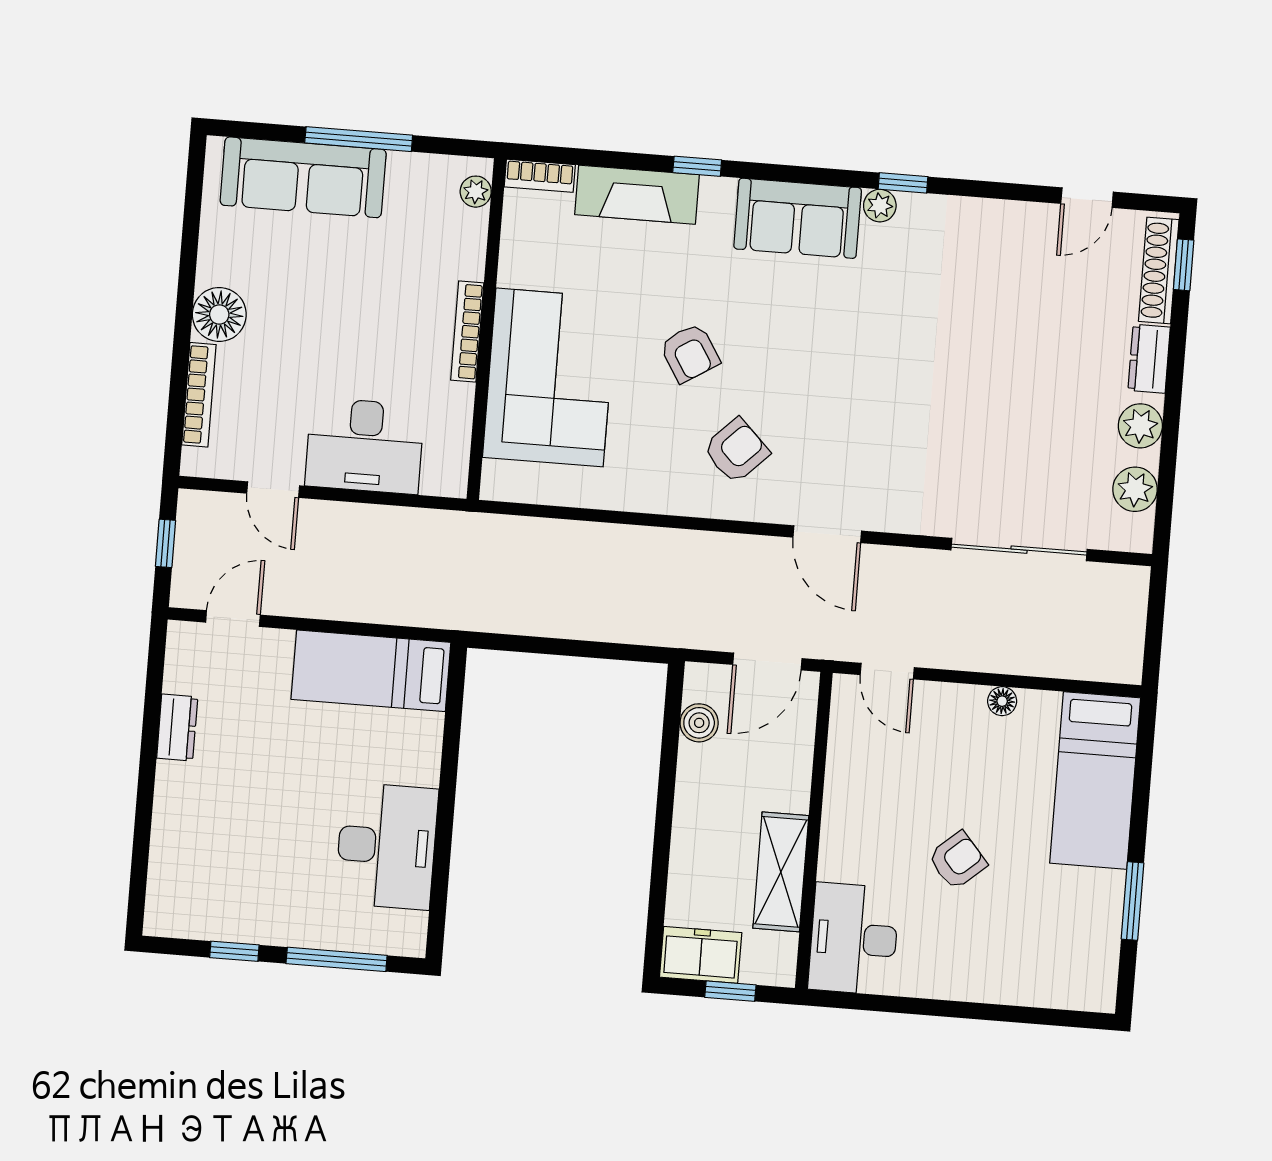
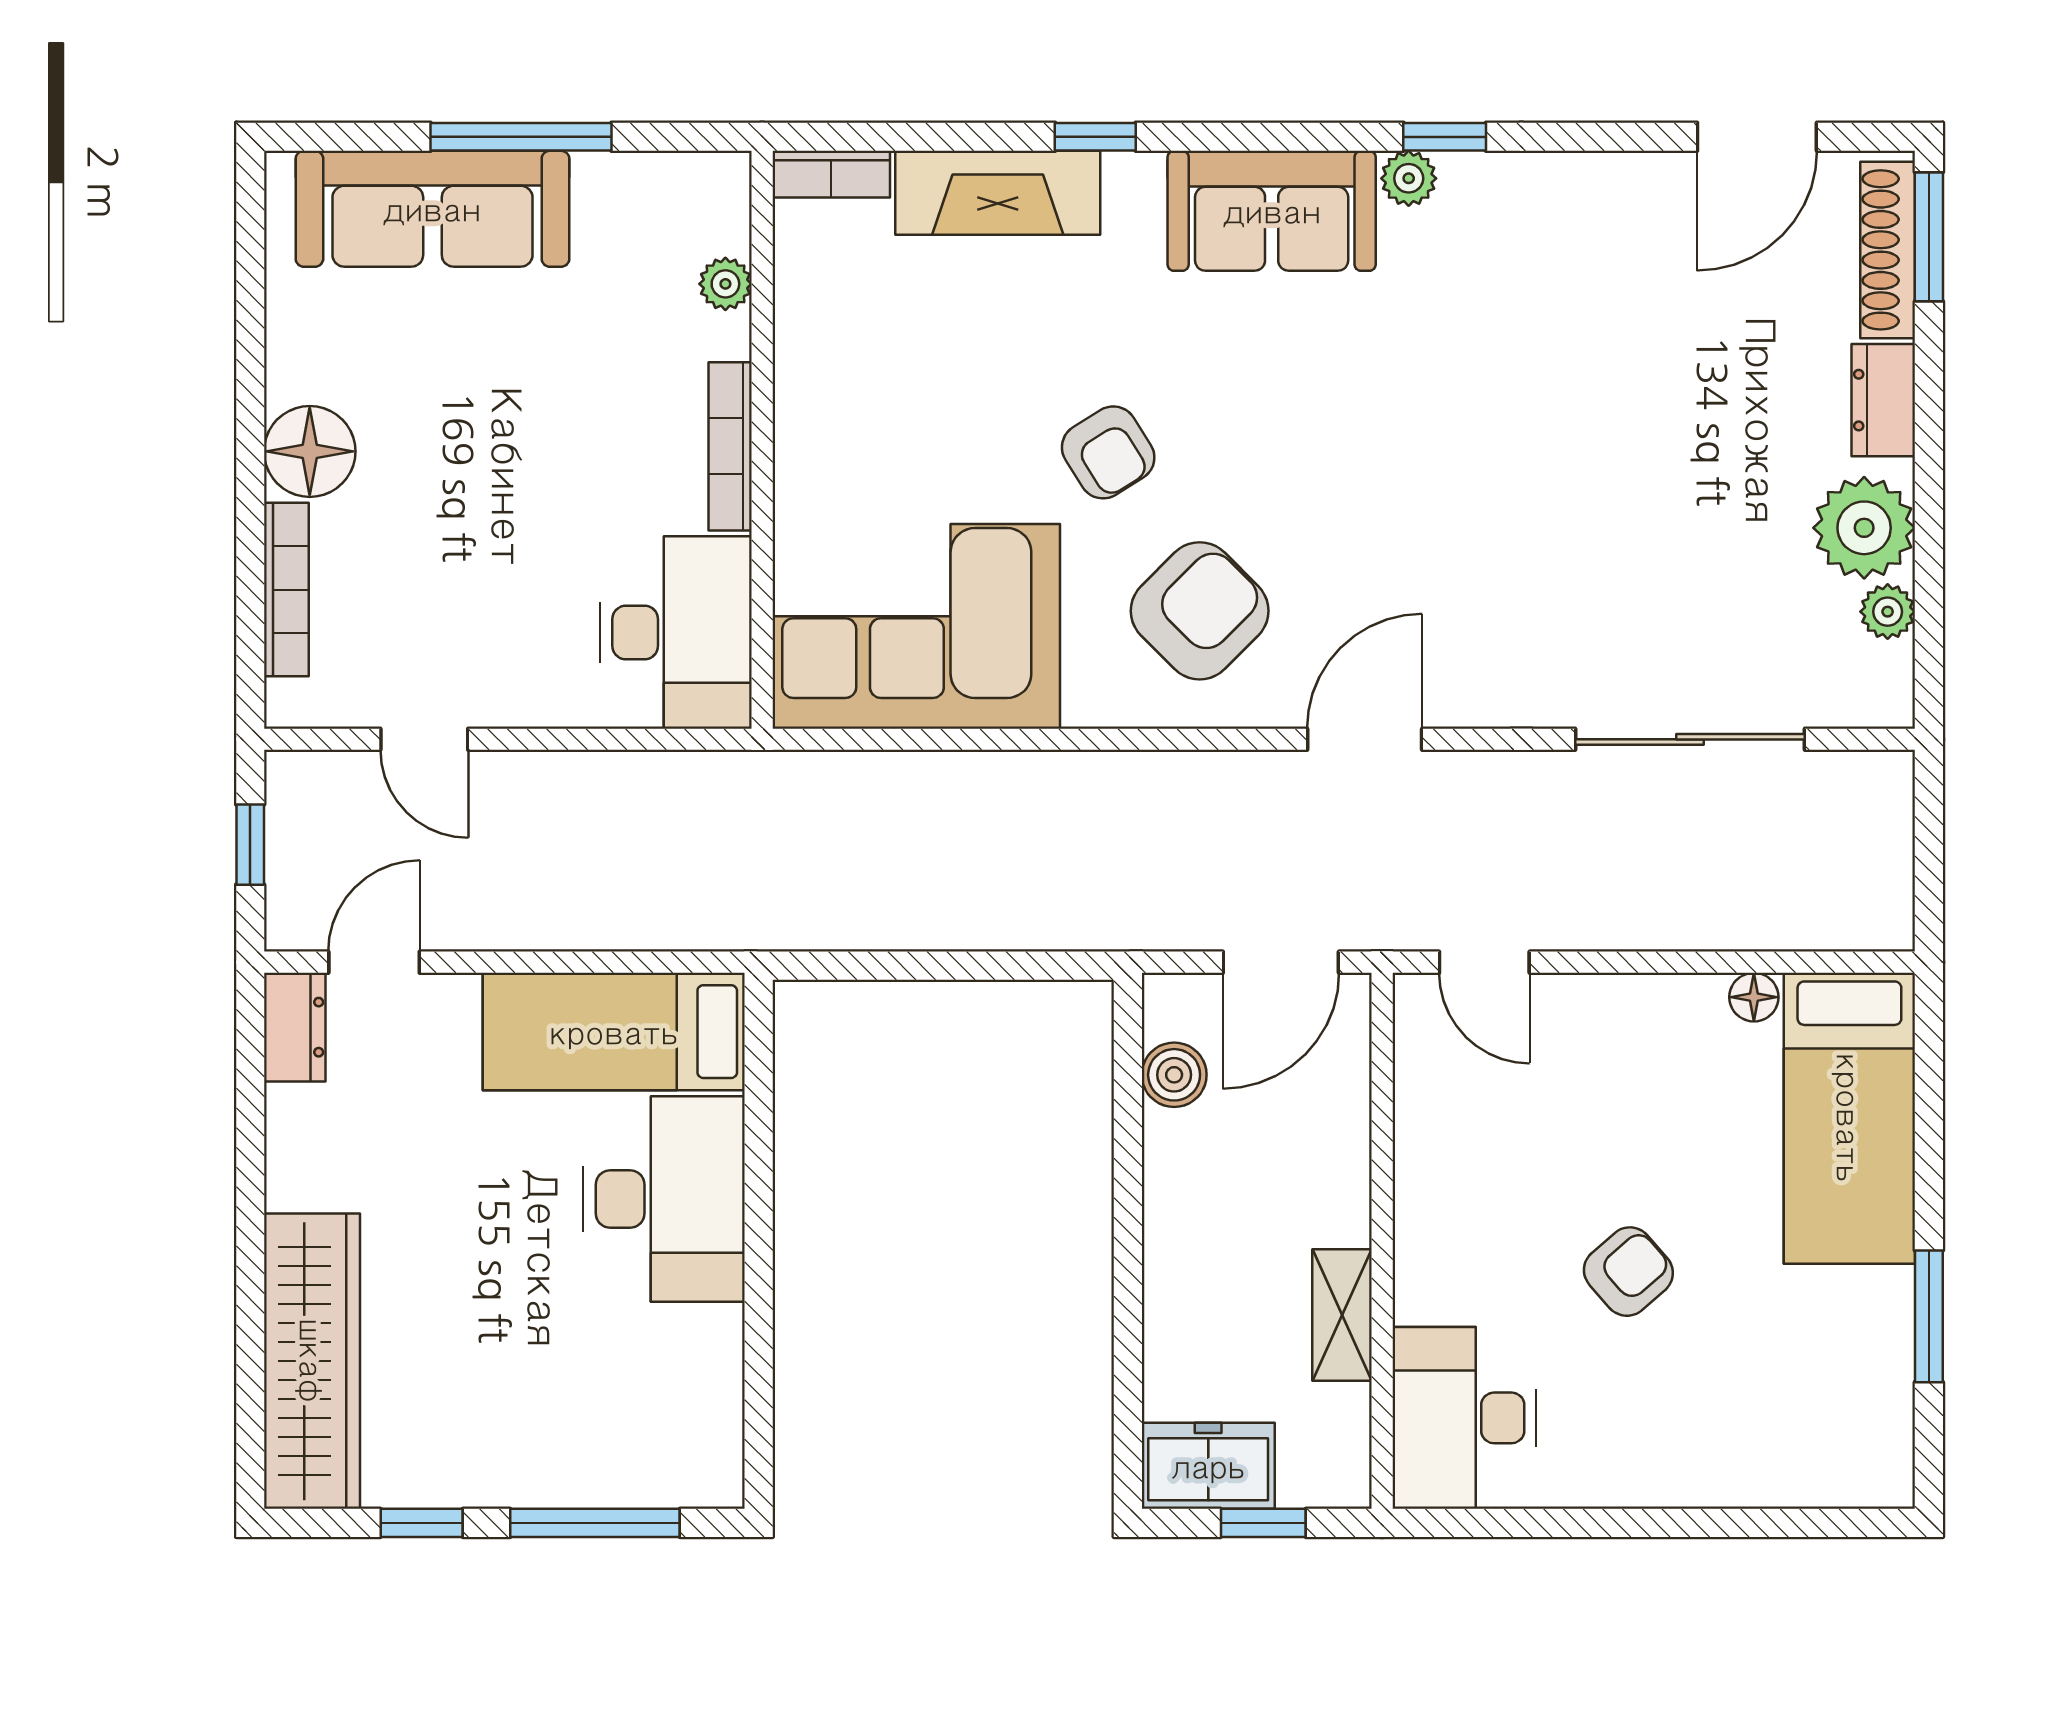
plant: (476, 192) -> (725, 284), moved
door: (1087, 198) -> (1757, 137), width x1.38
window: (1184, 265) -> (1929, 237), width x1.50
corner sofa: (550, 377) -> (916, 626), moved, turned -90
plant: (1140, 426) -> (1864, 528), width x1.36, depth x1.36
desk: (365, 446) -> (676, 633), moved, turned -90
armchair: (736, 451) -> (1200, 611), width x1.38, depth x1.38
plant: (1135, 489) -> (1888, 612), width x0.73, depth x0.73
door: (827, 534) -> (1365, 739), swing flipped
floor lamp: (1002, 701) -> (1754, 997), moved
dresser: (177, 727) -> (295, 1027), moved
desk: (387, 846) -> (664, 1199), moved
wardrobe: (177, 851) -> (312, 1361), added
shelving: (781, 872) -> (1342, 1315), width x0.67, depth x0.75

